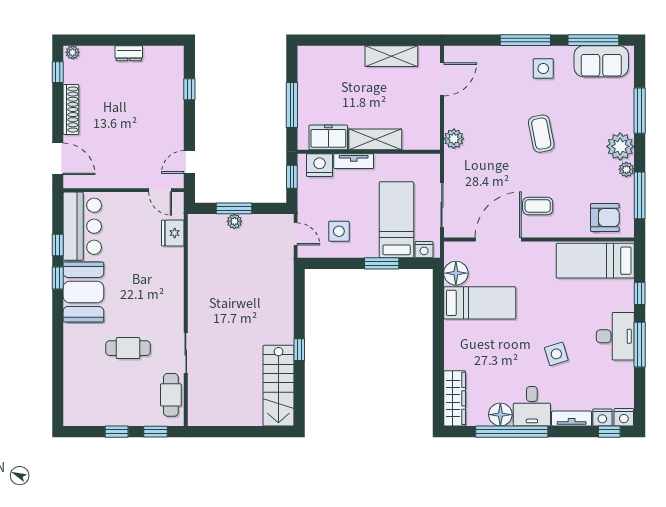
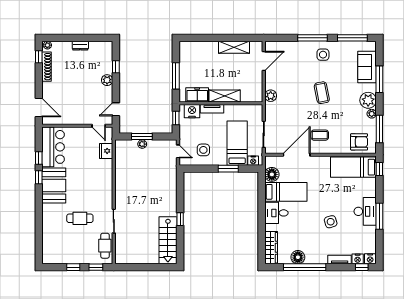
sofa: (601, 61) -> (367, 67), moved, turned 90
shoe rack: (71, 109) -> (46, 67), moved
plant: (174, 112) -> (107, 80), added
window: (640, 293) -> (379, 169), moved
desk: (532, 406) -> (276, 213), moved, turned 90

